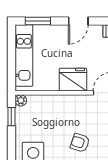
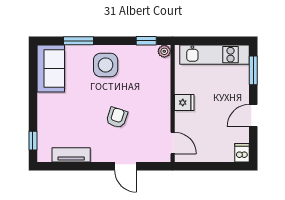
door: (78, 21) -> (253, 115), hinge flipped
fridge: (73, 80) -> (184, 103), width x0.53, depth x0.75

